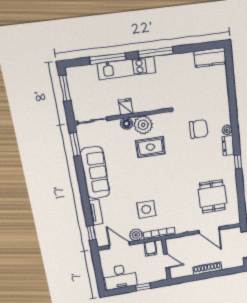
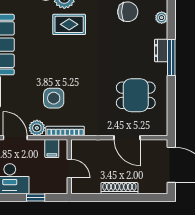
dresser: (228, 146) -> (161, 50), moved
window: (238, 162) -> (171, 58), width x2.17
dining table: (212, 196) -> (136, 95), turned 90

